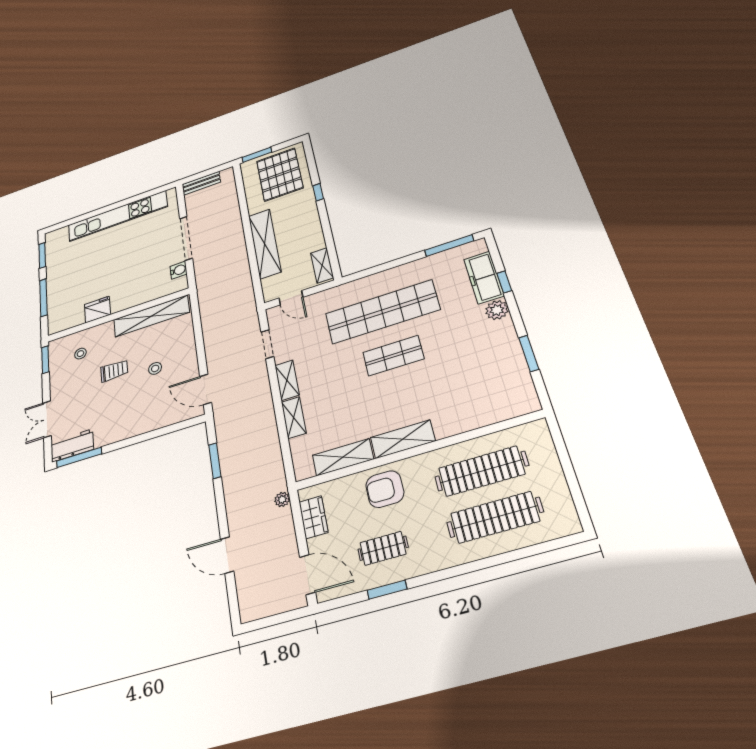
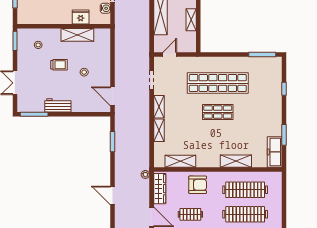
shelving: (322, 265) -> (191, 20), moved
freezer: (484, 277) -> (275, 152), moved
door: (291, 298) -> (170, 55), swing flipped
fridge: (97, 310) -> (81, 17), moved
plant: (497, 310) -> (276, 104), removed
shelving: (151, 316) -> (77, 35), width x0.68
shelving: (403, 439) -> (236, 161), moved
workbench: (72, 446) -> (58, 105), moved
armchair: (385, 489) -> (198, 185), turned 180
wardrobe: (313, 517) -> (160, 189), width x1.50

